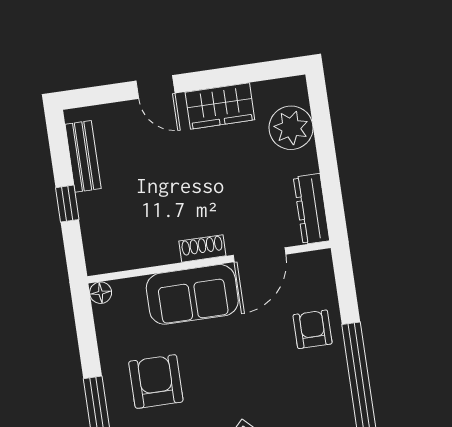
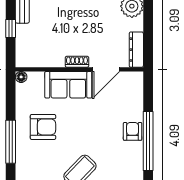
armchair: (313, 329) -> (133, 131), moved
armchair: (156, 382) -> (43, 127), turned 90

